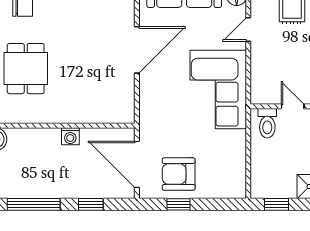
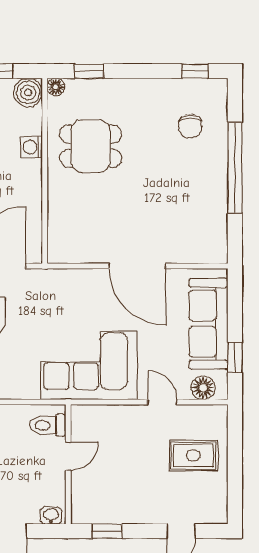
dining table: (26, 69) -> (91, 146), moved
washing machine: (70, 136) -> (32, 147), moved

